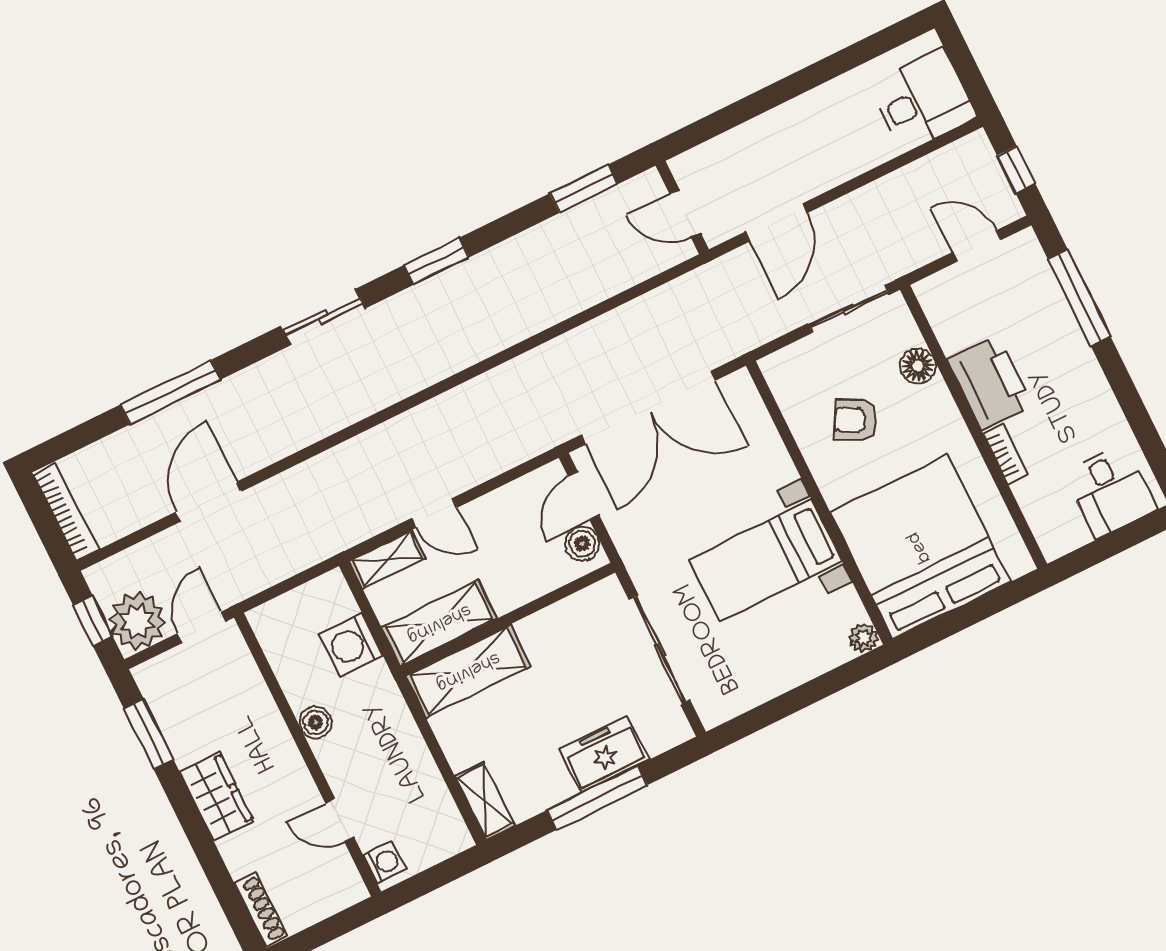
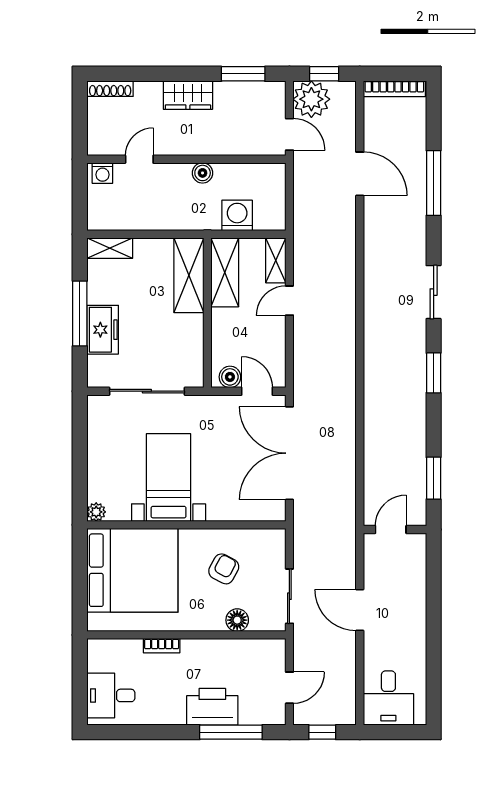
door: (776, 222) -> (360, 610), moved
printer: (990, 383) -> (212, 707), moved, turned 180

